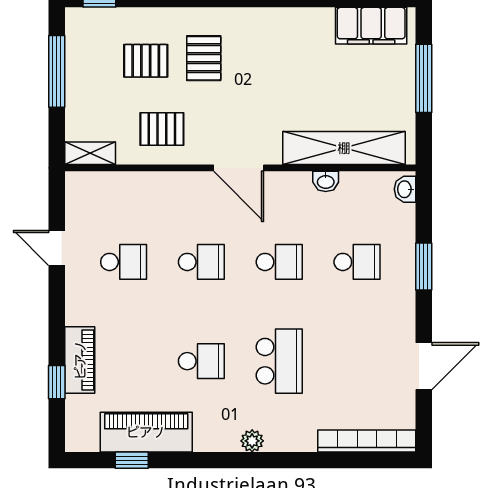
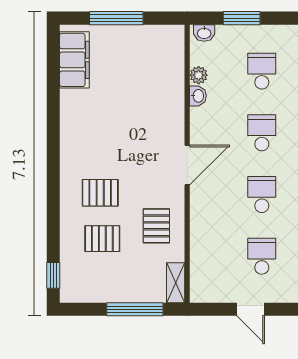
pallet: (146, 61) -> (102, 239), turned 90
window: (57, 71) -> (135, 309), moved
shelving: (344, 148) -> (171, 81), removed
plant: (352, 182) -> (199, 75), added
door: (57, 248) -> (251, 309), hinge flipped
window: (424, 267) -> (242, 18), moved

